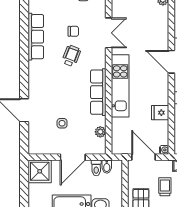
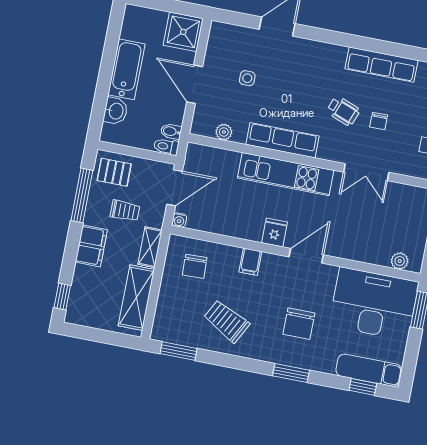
fridge: (160, 113) -> (275, 232), moved
toilet: (96, 168) -> (166, 147), moved

